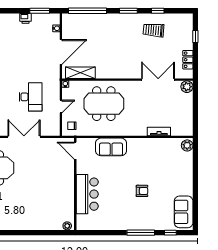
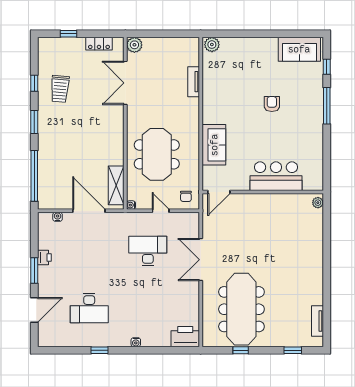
window: (40, 11) -> (34, 270), moved

